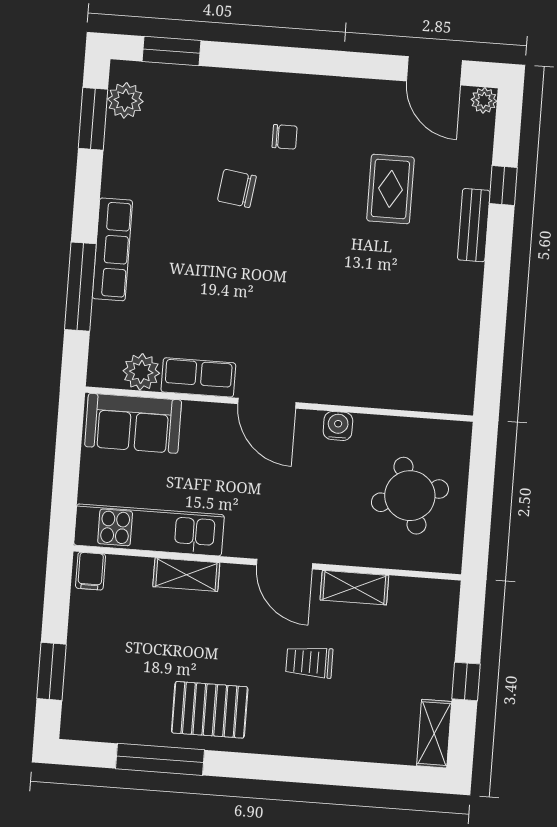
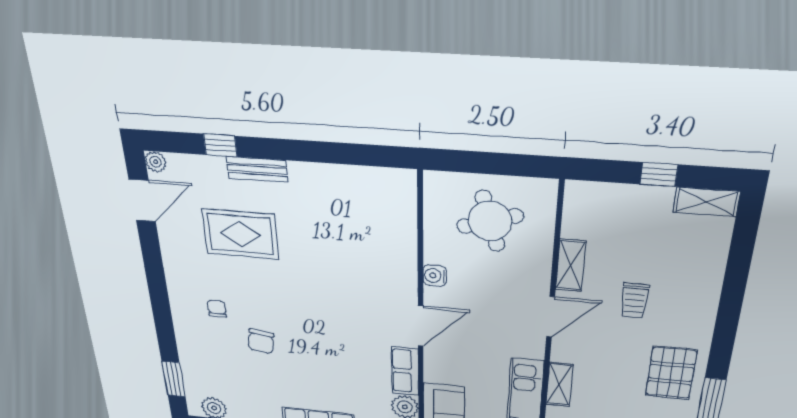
rug: (390, 189) -> (240, 234), width x1.36, depth x1.43

